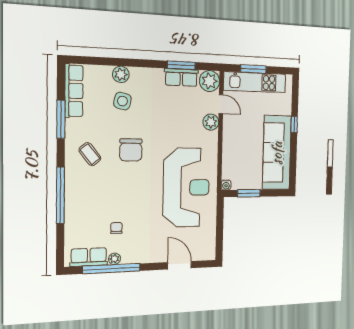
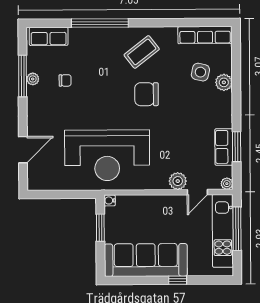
window: (253, 69) -> (237, 229), width x1.44
plant: (210, 81) -> (227, 184), width x0.53, depth x0.53
side table: (122, 101) -> (200, 72), moved
window: (61, 119) -> (176, 23), removed
coffee table: (90, 154) -> (142, 52), width x1.36, depth x1.30
row of seats: (89, 257) -> (49, 36), moved, turned 90
window: (111, 269) -> (23, 76), width x0.68

